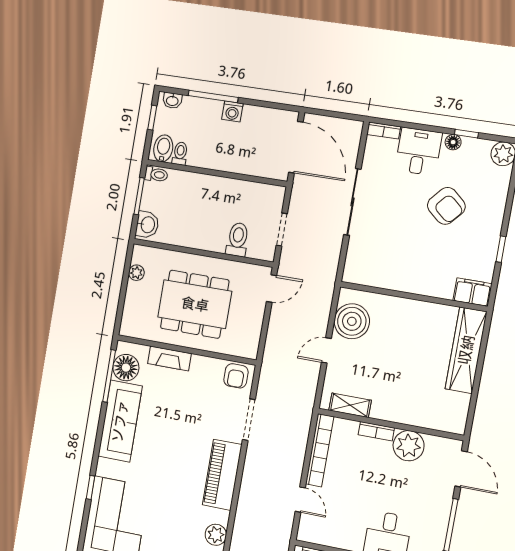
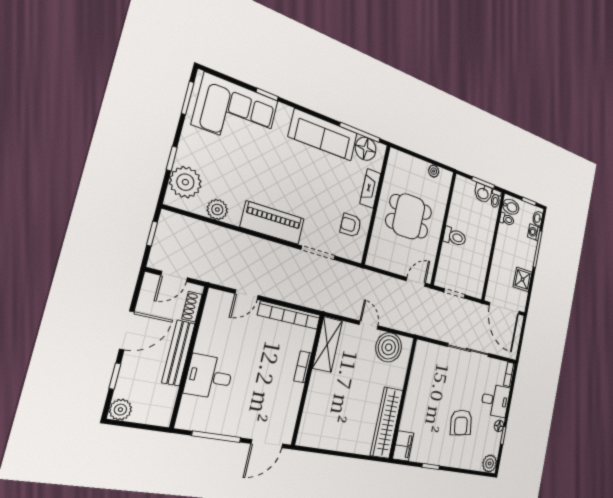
washing machine: (232, 111) -> (534, 232), moved
shower: (256, 119) -> (523, 279), added
door: (296, 147) -> (504, 308), hinge flipped
armchair: (446, 206) -> (461, 423), turned -50
washbasin: (147, 225) -> (483, 193), moved
toilet: (238, 239) -> (455, 237), moved
door: (271, 288) -> (416, 282), swing flipped
dining table: (195, 304) -> (409, 216), width x0.73
wardrobe: (466, 350) -> (387, 423), moved, turned -90
armchair: (236, 376) -> (351, 225), moved
shelving: (350, 405) -> (327, 344), width x1.50, depth x1.33
plant: (409, 446) -> (289, 396), removed

